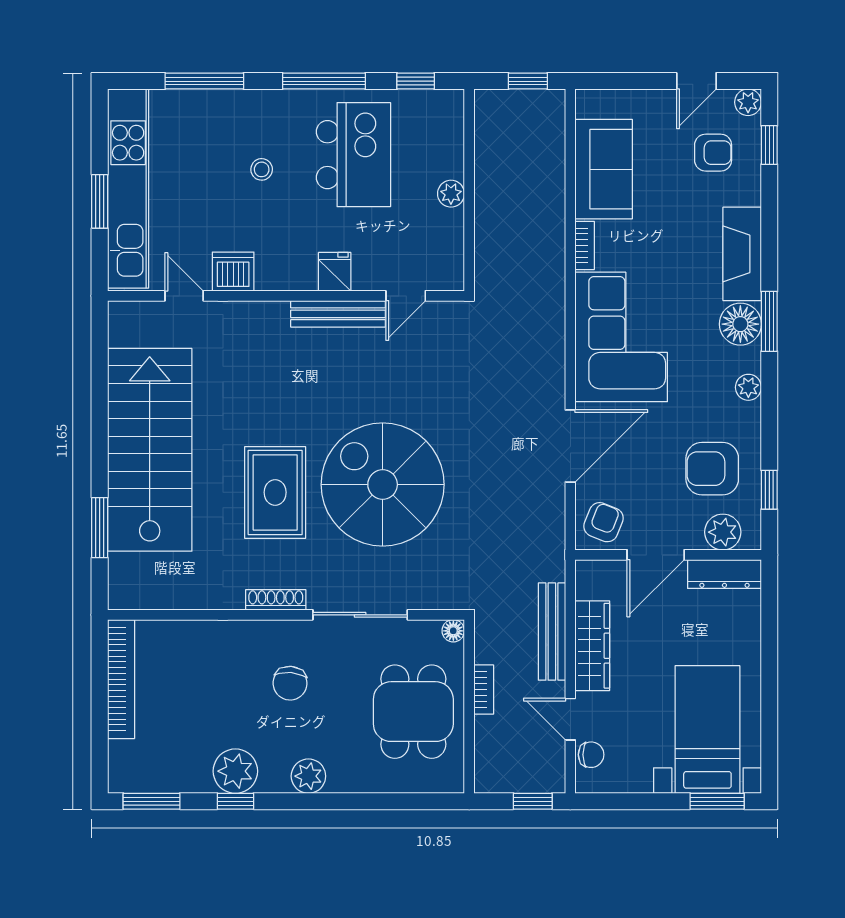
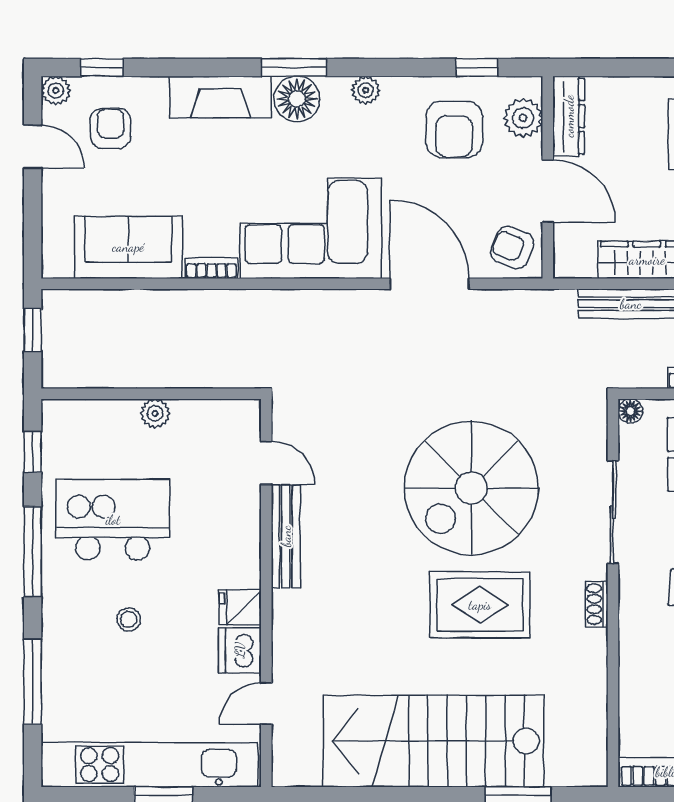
fridge: (335, 272) -> (240, 607), moved
shoe rack: (276, 600) -> (597, 604), width x0.70

